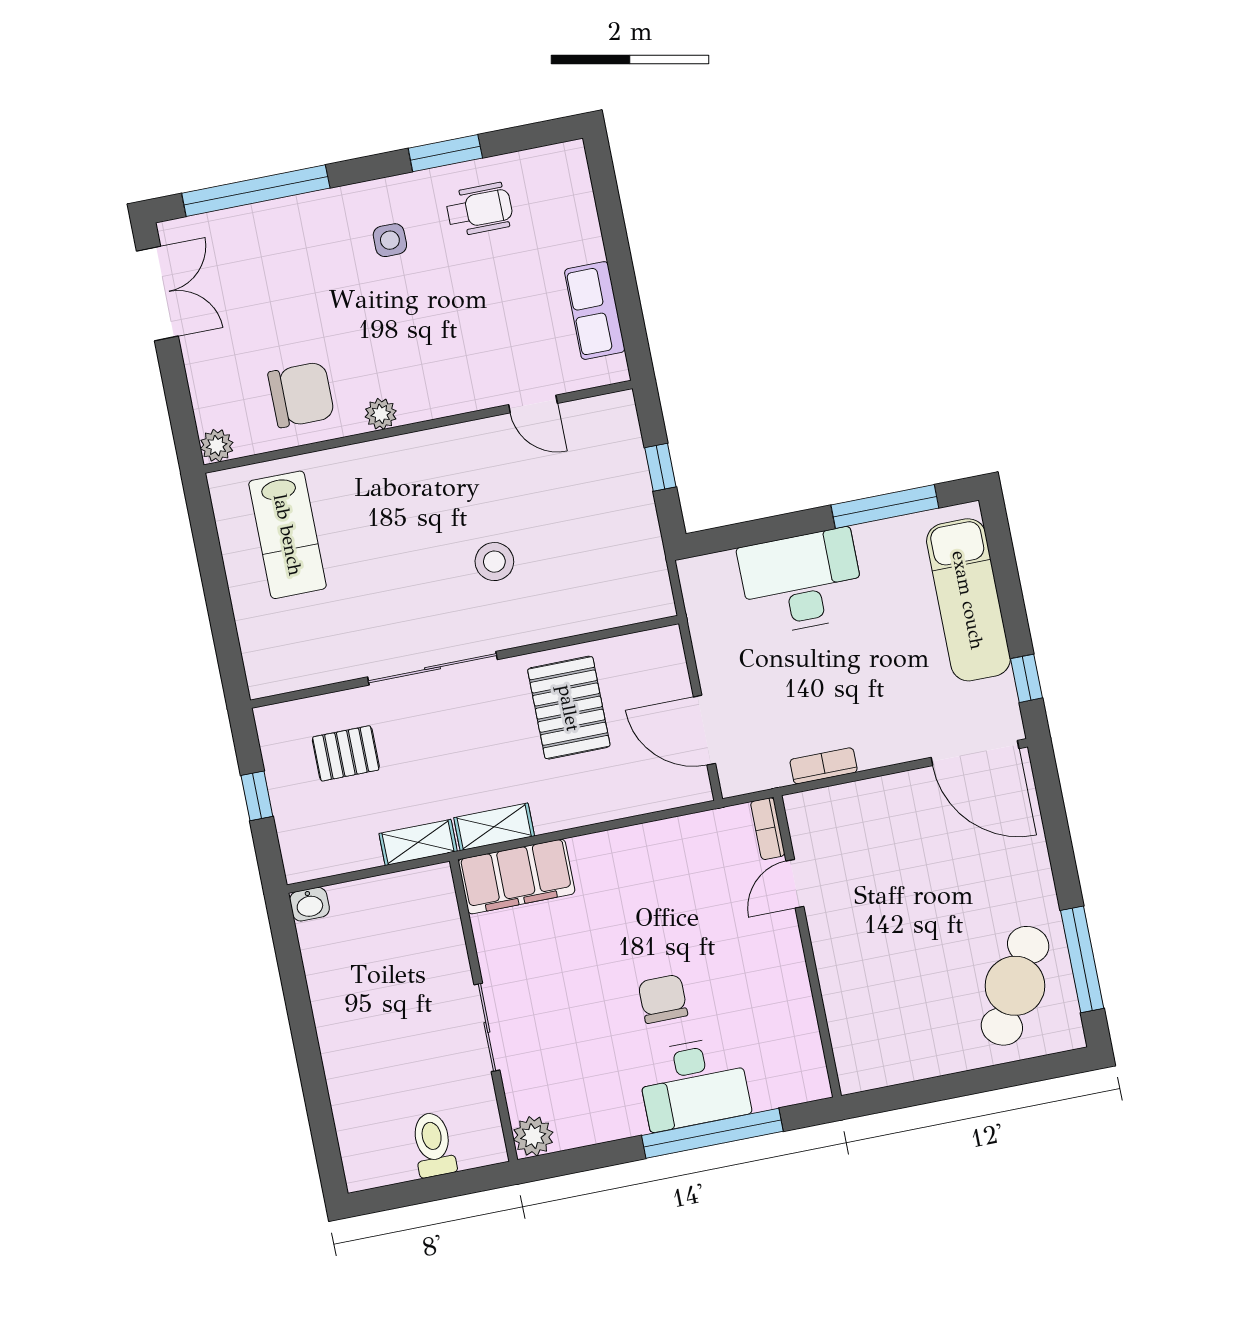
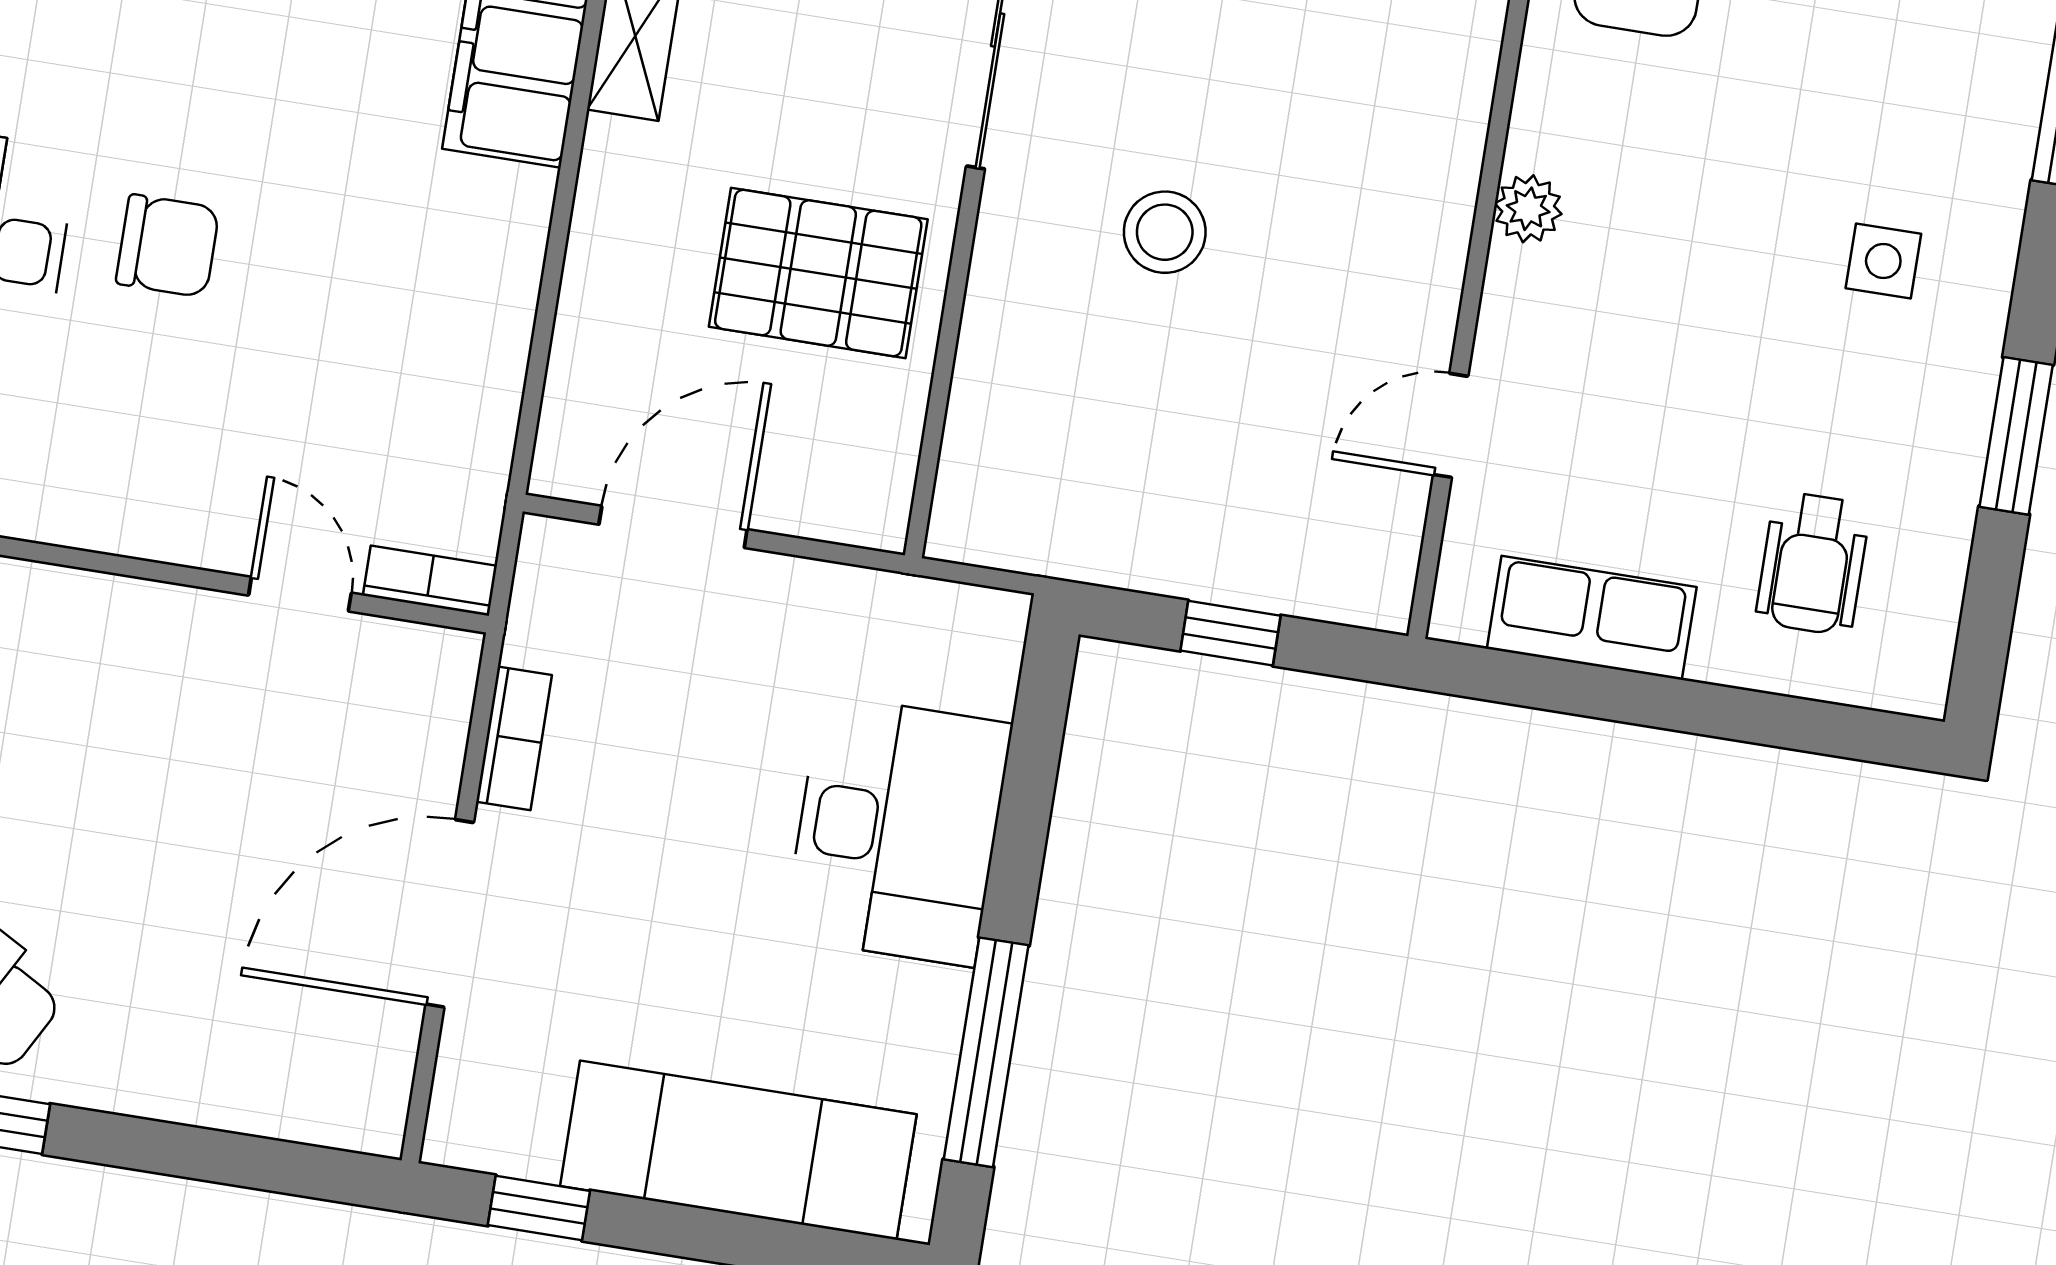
wheelchair: (479, 209) -> (1813, 563), moved
plant: (381, 414) -> (1528, 209), moved
door: (975, 753) -> (450, 913), moved

